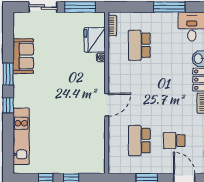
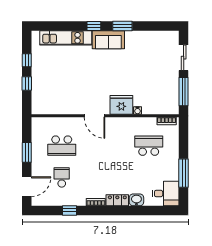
fridge: (95, 40) -> (121, 105), moved
sofa: (23, 56) -> (108, 40), moved
school desk: (139, 141) -> (62, 146), turned 180

